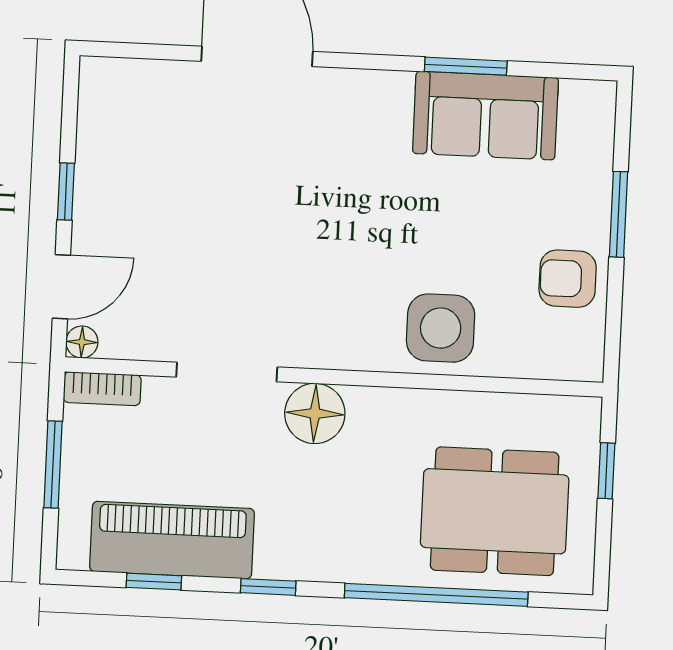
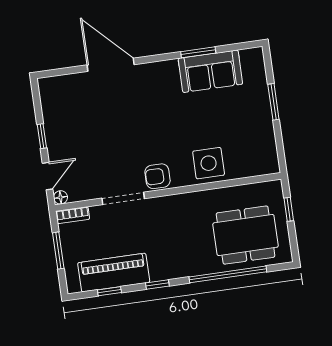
armchair: (568, 279) -> (158, 176), moved
floor lamp: (315, 413) -> (163, 209), removed

